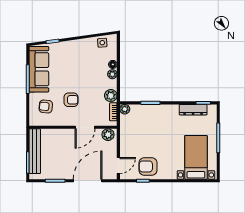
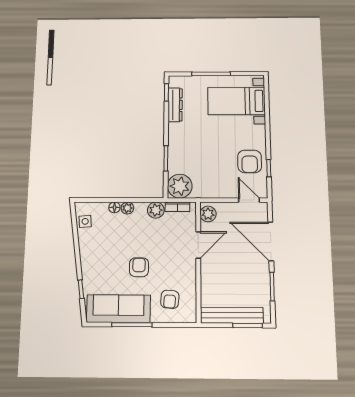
armchair: (71, 100) -> (139, 267), moved
plant: (125, 109) -> (180, 186), width x1.88, depth x1.88
door: (85, 127) -> (198, 245), hinge flipped

